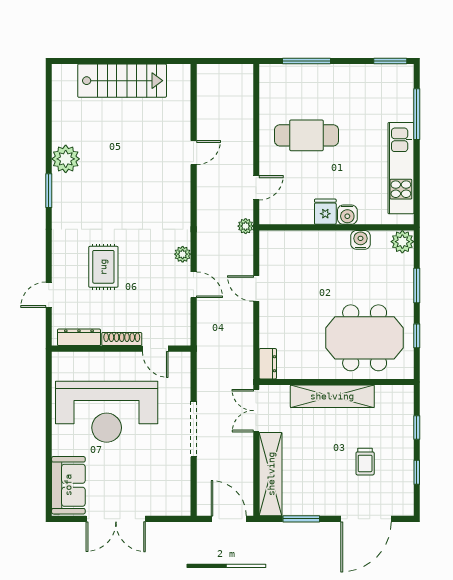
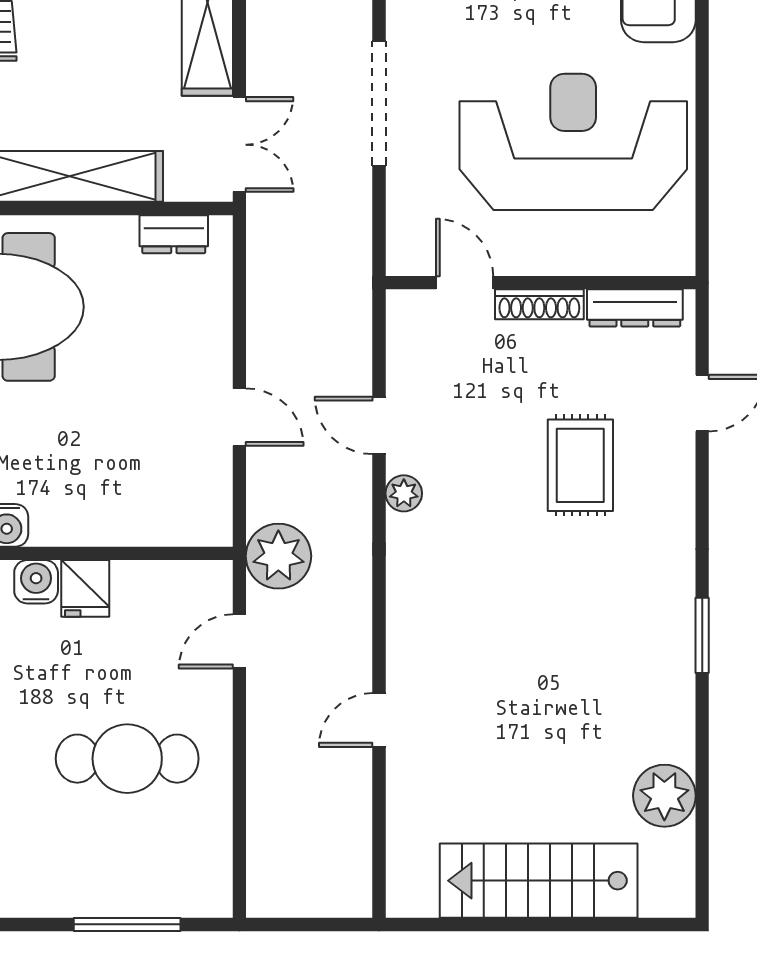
plant: (66, 159) -> (664, 796), moved
plant: (246, 226) -> (278, 556), width x1.87, depth x1.87
dresser: (268, 364) -> (174, 234), moved, turned -90

